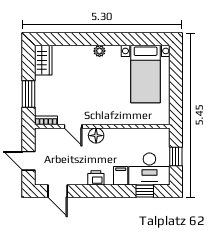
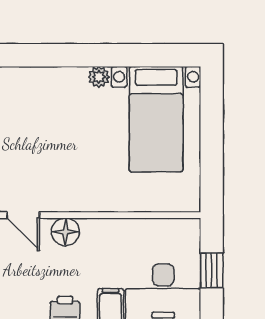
plant: (99, 51) -> (99, 77), moved

